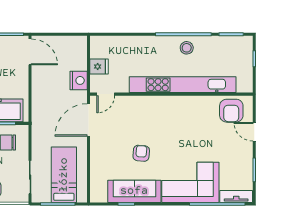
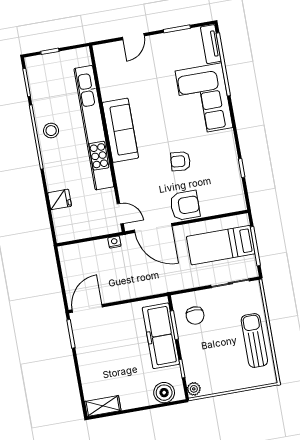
fridge: (99, 67) -> (60, 199), moved, turned 90
nightstand: (79, 80) -> (114, 242), width x0.53, depth x0.56
armchair: (231, 111) -> (185, 205), moved
sofa: (134, 191) -> (120, 130), moved, turned 180

